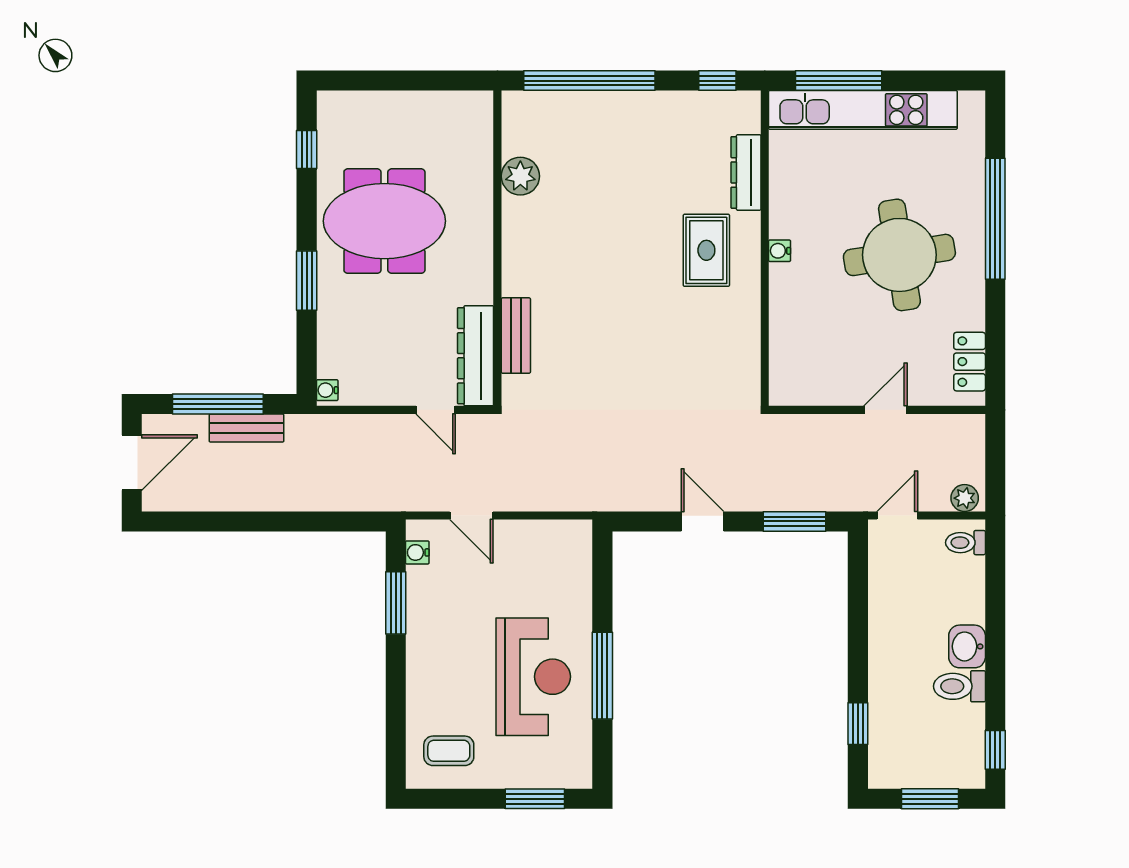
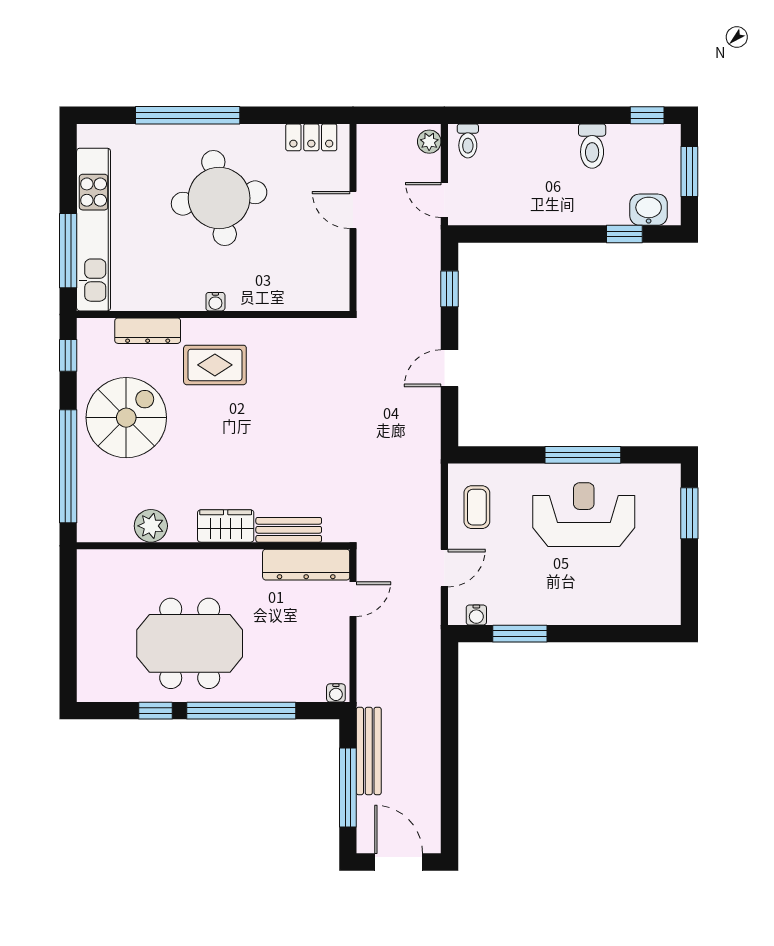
spiral stairs: (645, 148) -> (126, 418), added
window: (307, 149) -> (156, 711), moved
meeting table: (384, 221) -> (190, 643), turned 90
wardrobe: (520, 263) -> (226, 526), added
window: (307, 281) -> (241, 711), width x2.11
bench: (246, 428) -> (369, 751), width x1.36
window: (794, 521) -> (450, 289), width x0.67
washbasin: (967, 646) -> (649, 210), moved, turned 180
coffee table: (449, 751) -> (477, 507), moved

